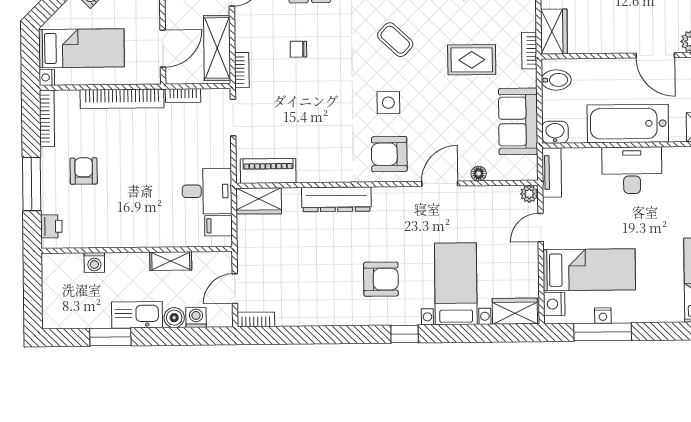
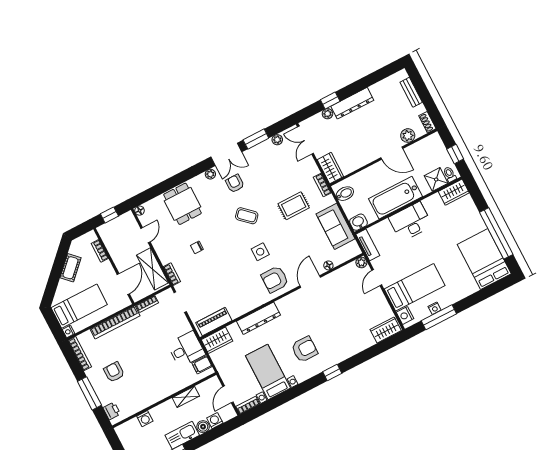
bed with nightstands: (456, 284) -> (268, 372), moved

